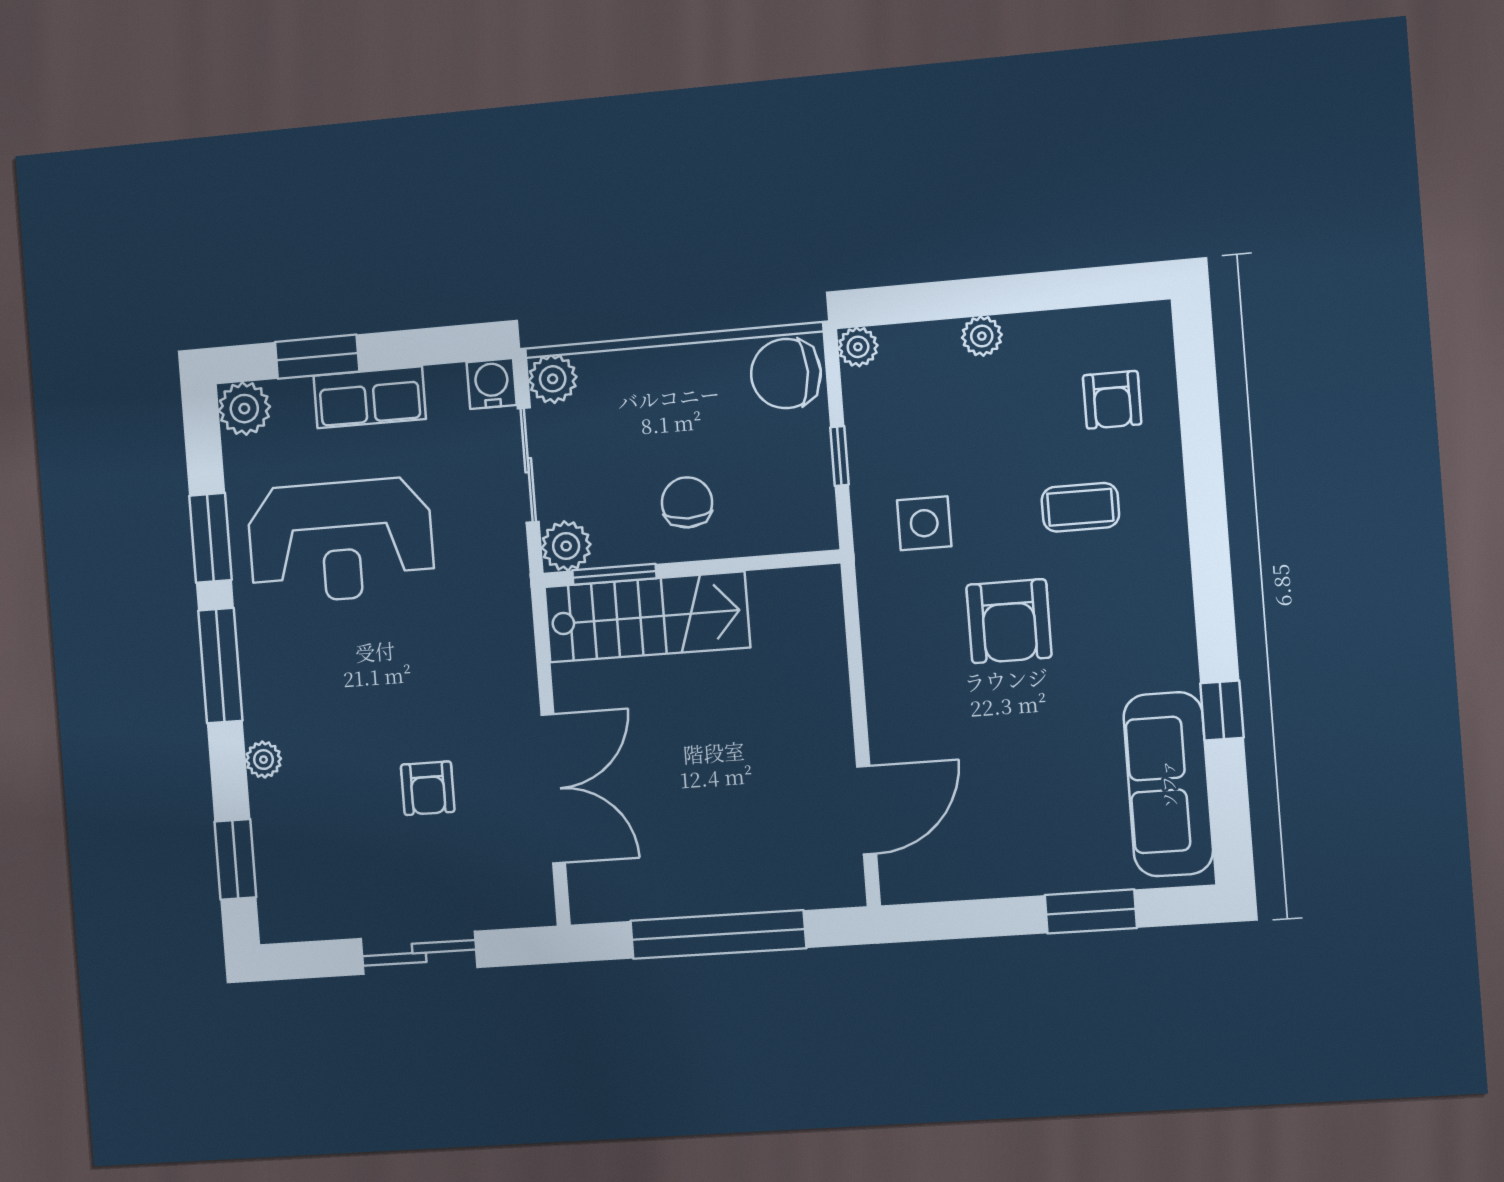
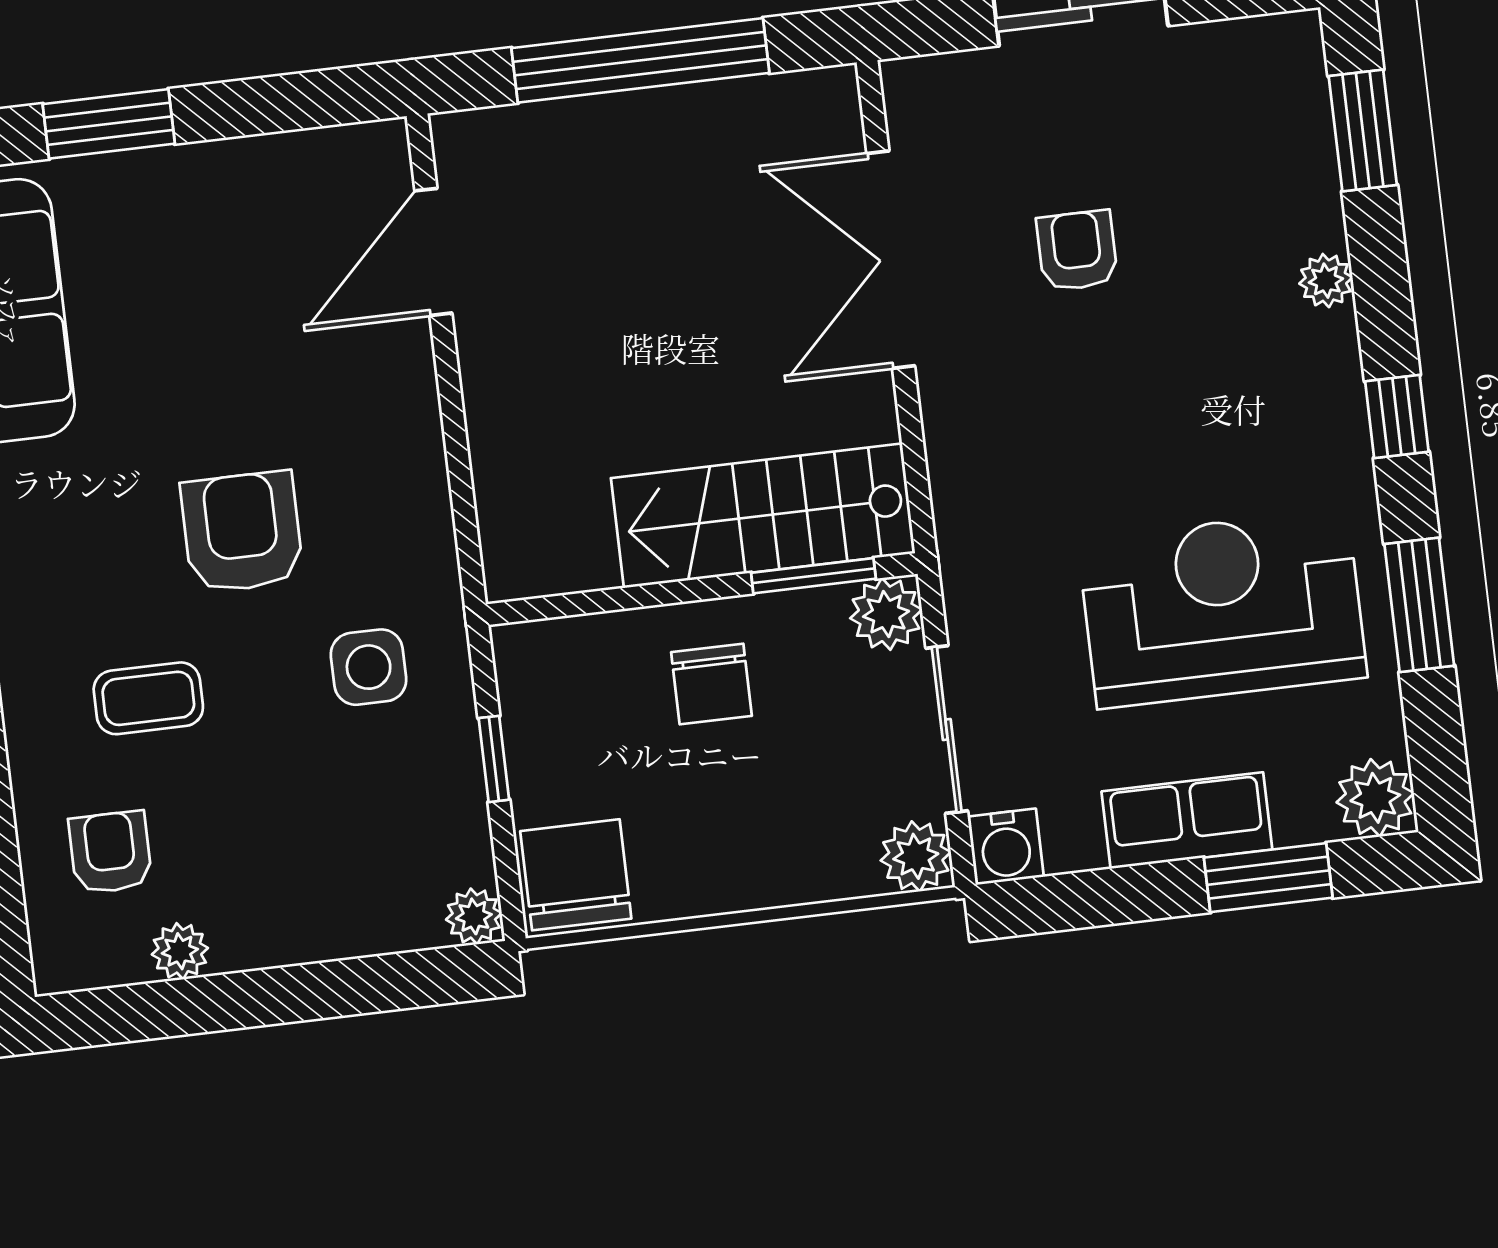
plant: (982, 336) -> (180, 951), moved
chair: (786, 374) -> (576, 875), turned -90
window: (220, 666) -> (1397, 416), width x0.46

